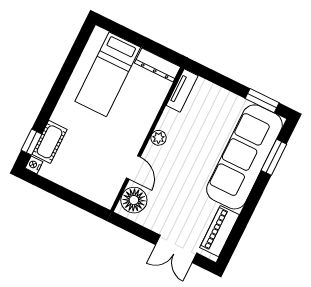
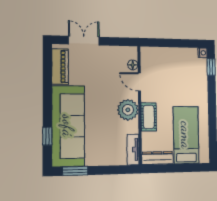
plant: (158, 138) -> (128, 110), width x1.87, depth x1.87
cot: (50, 142) -> (149, 117), moved
window: (274, 157) -> (47, 136), width x0.67
floor lamp: (134, 200) -> (133, 65), width x0.53, depth x0.53

